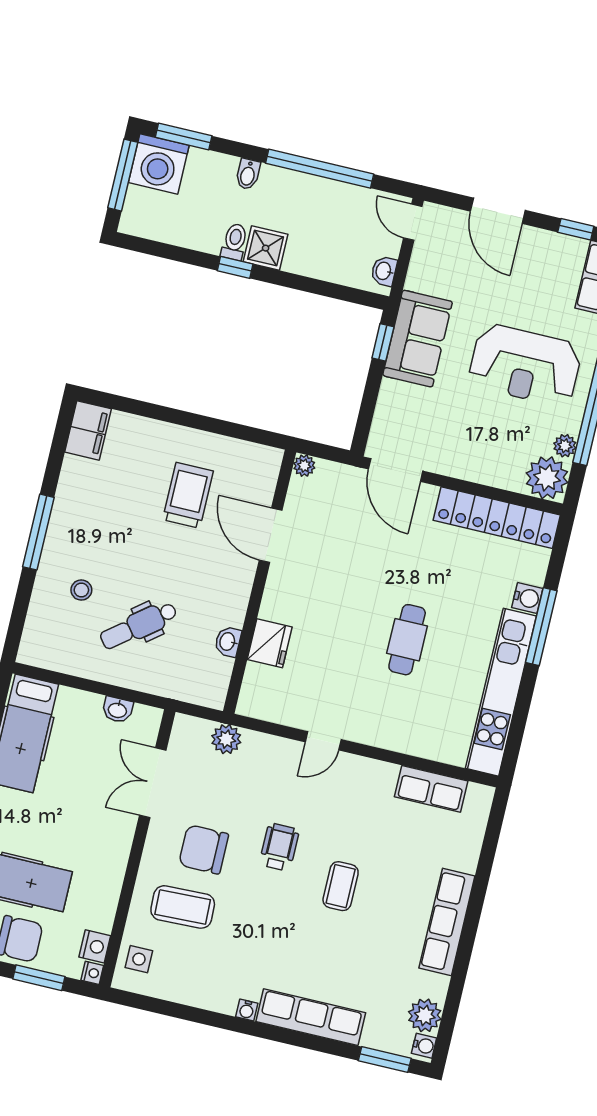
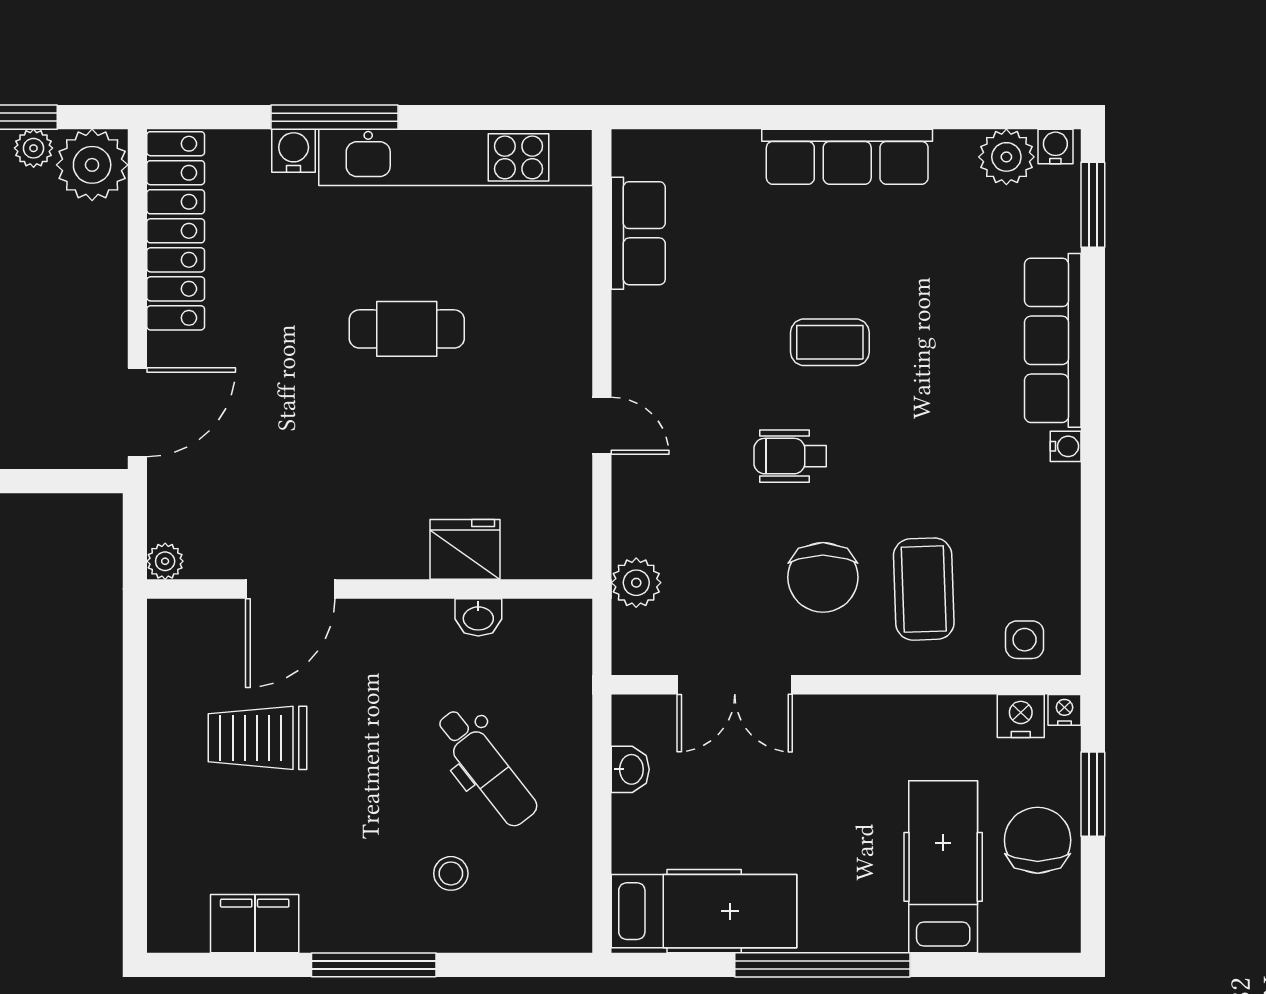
filing cabinet: (88, 430) -> (255, 924), moved

